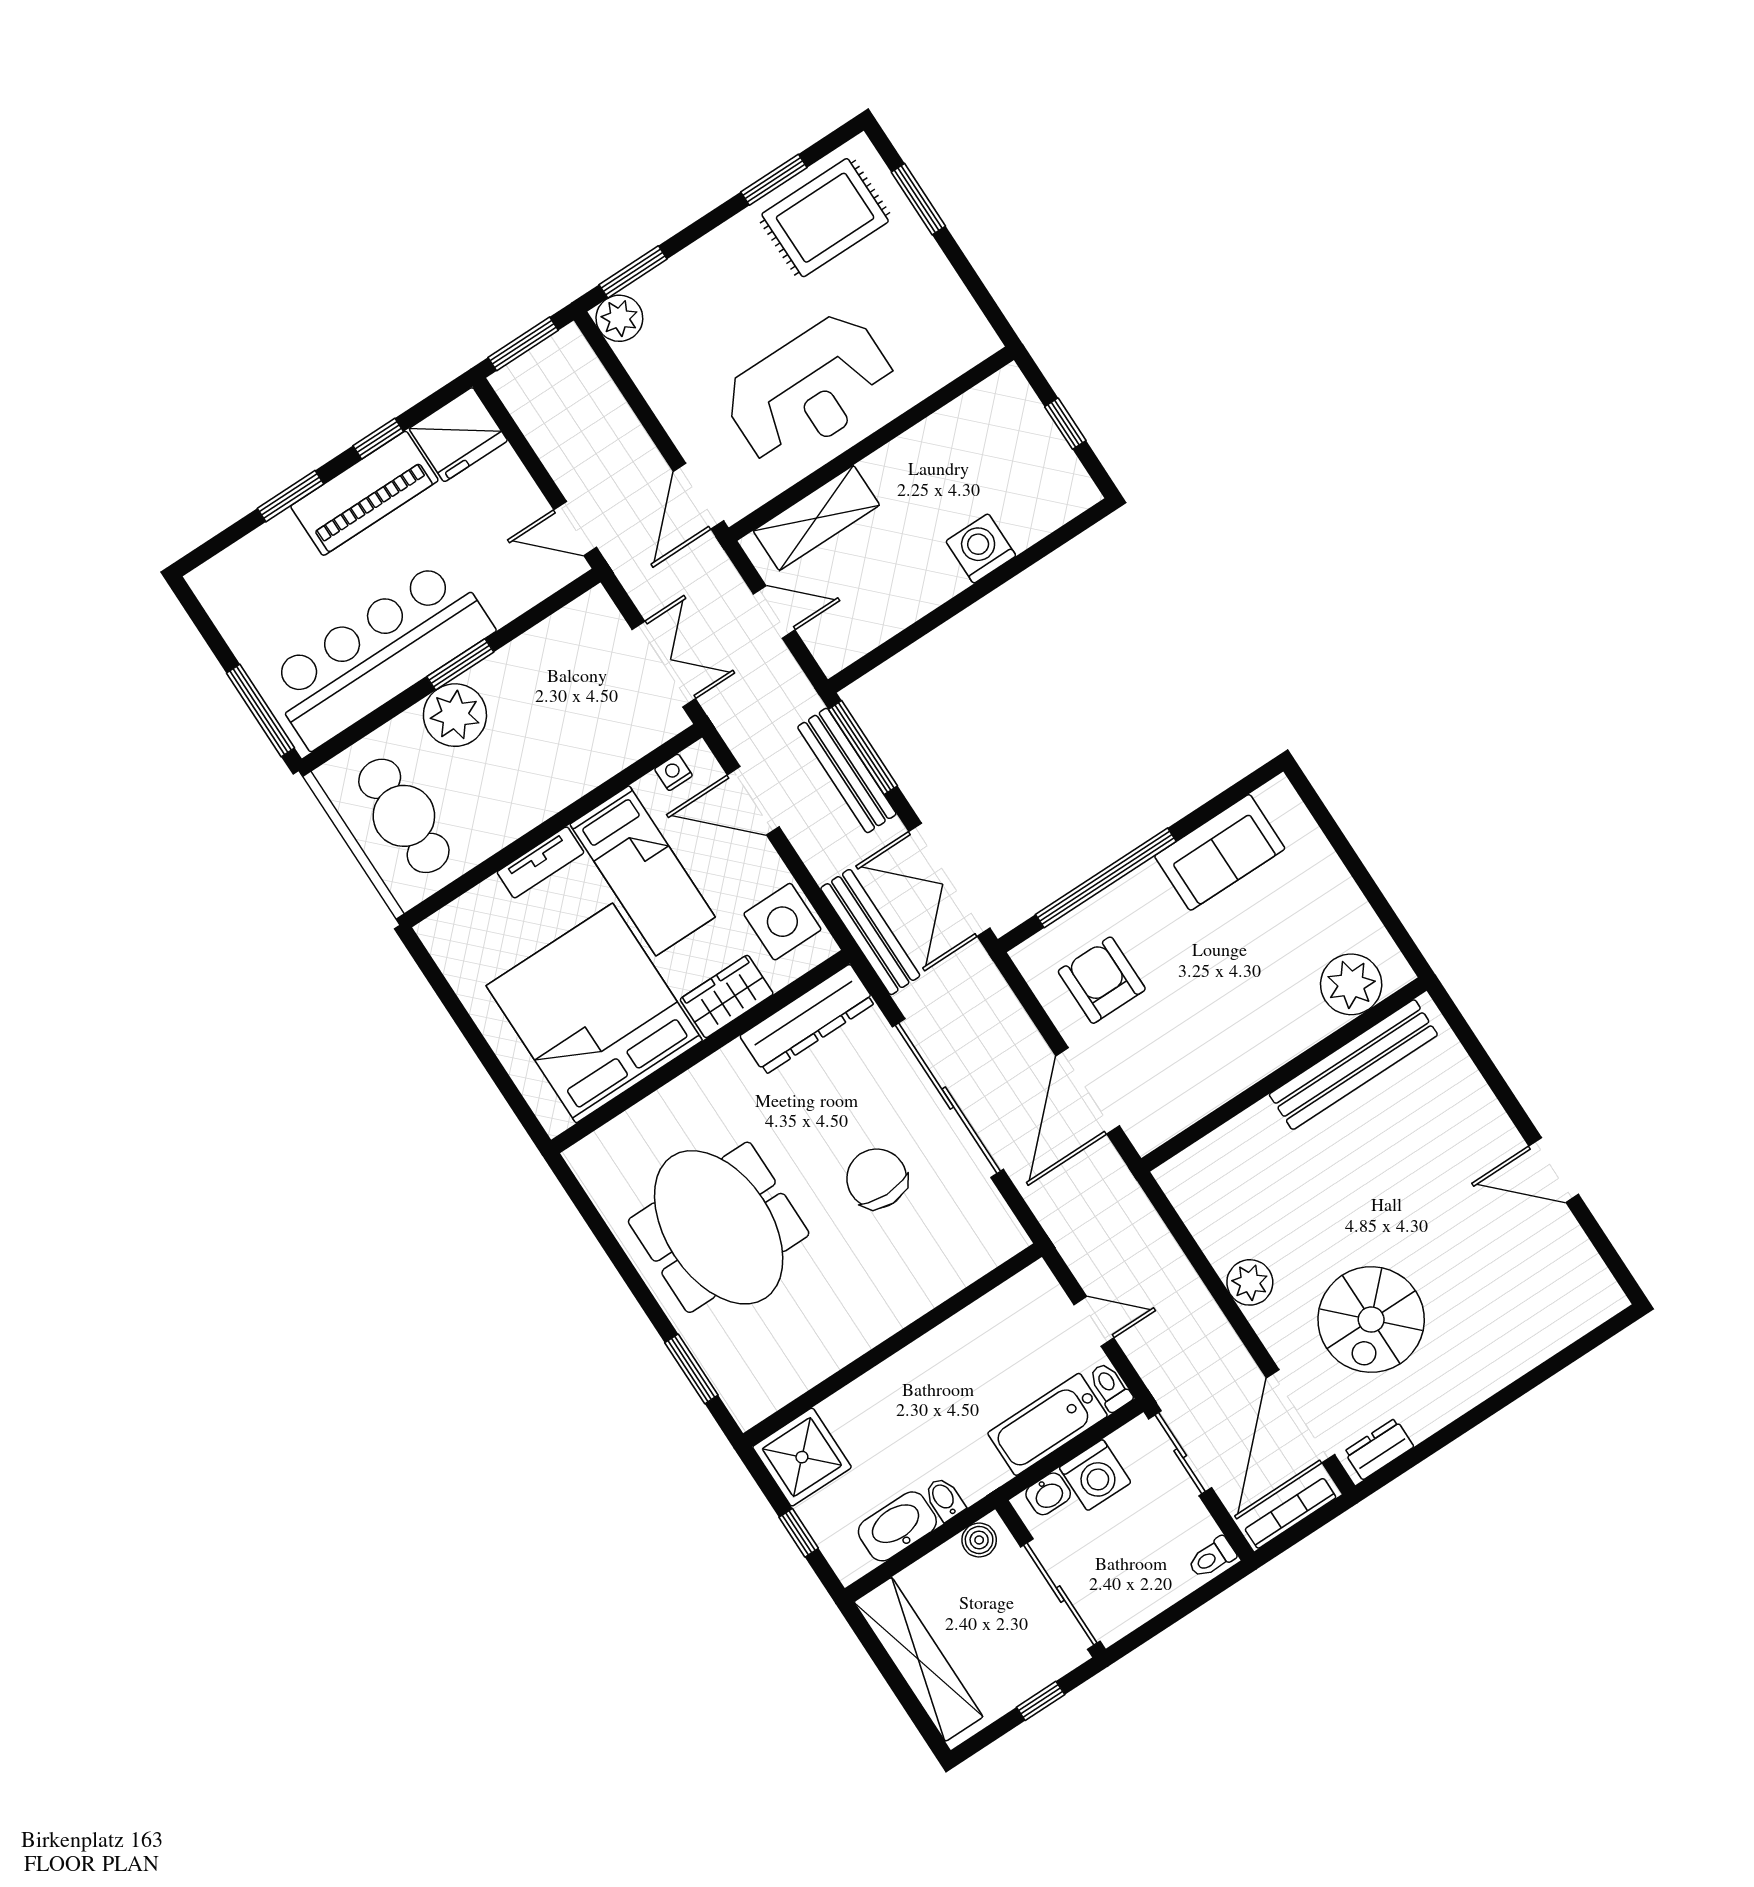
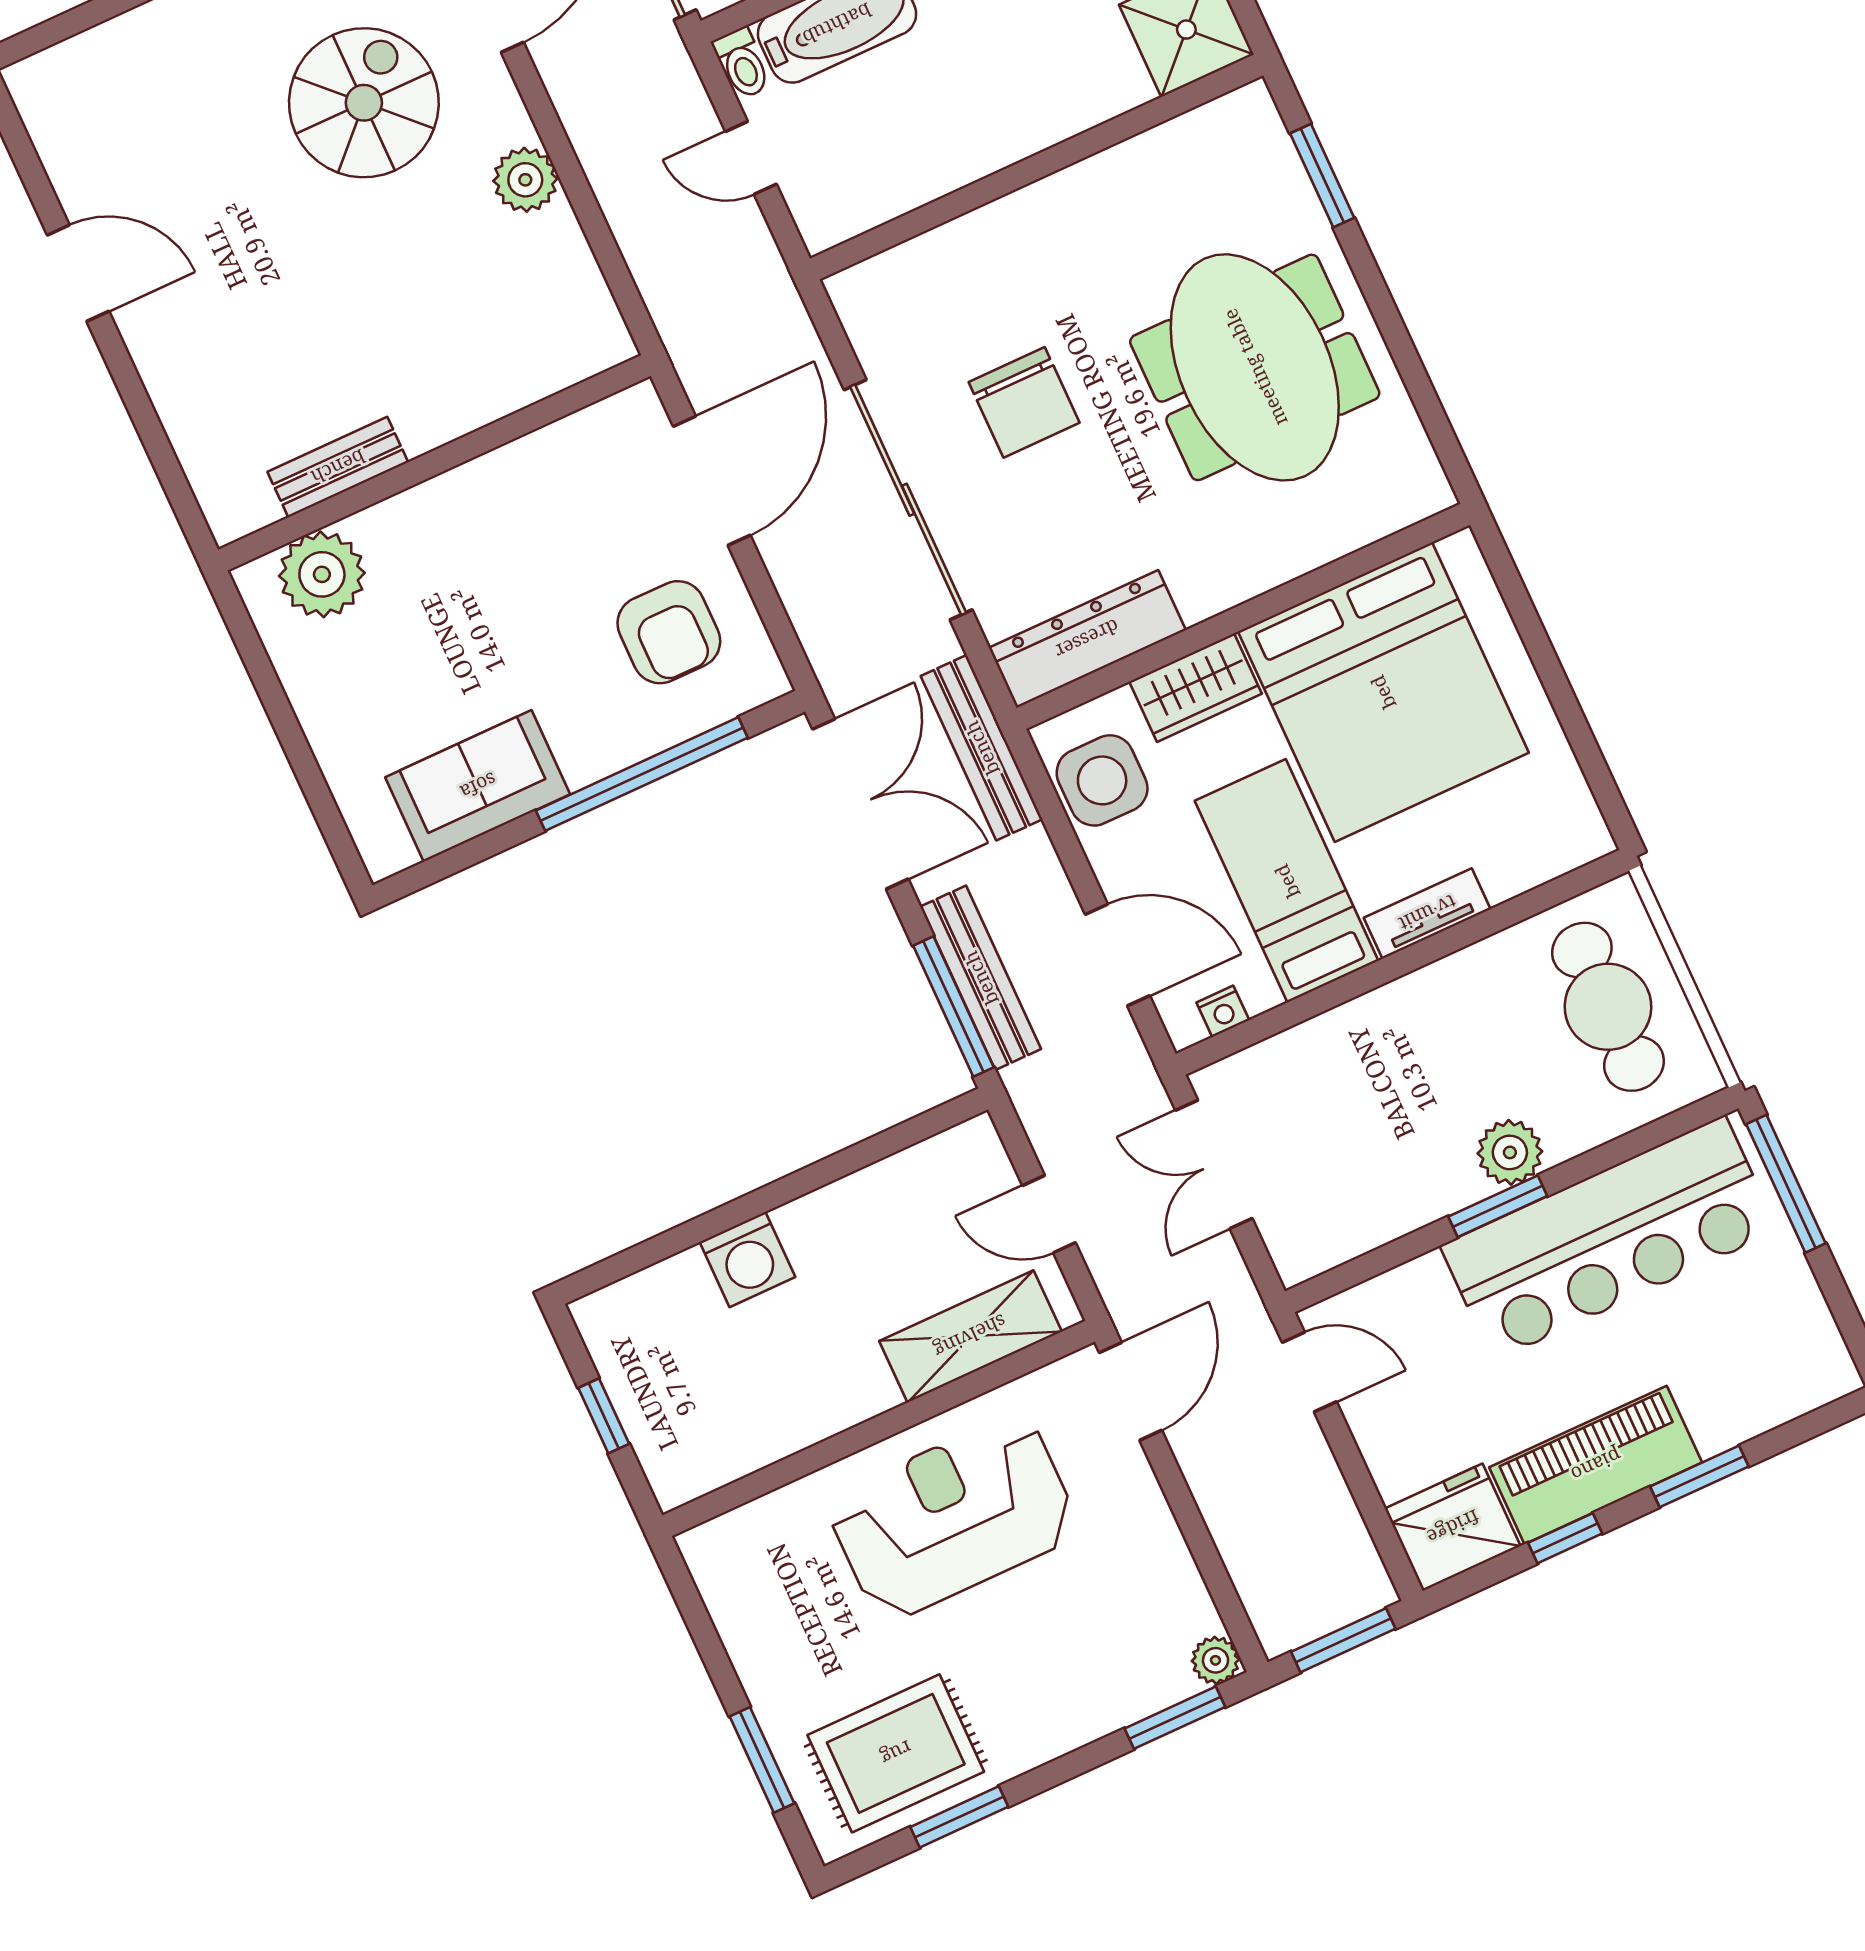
plant: (619, 318) -> (1215, 1660), width x0.73, depth x0.73
plant: (455, 715) -> (1510, 1152), width x0.73, depth x0.73
bench: (1353, 1065) -> (338, 467), width x0.54, depth x0.82

